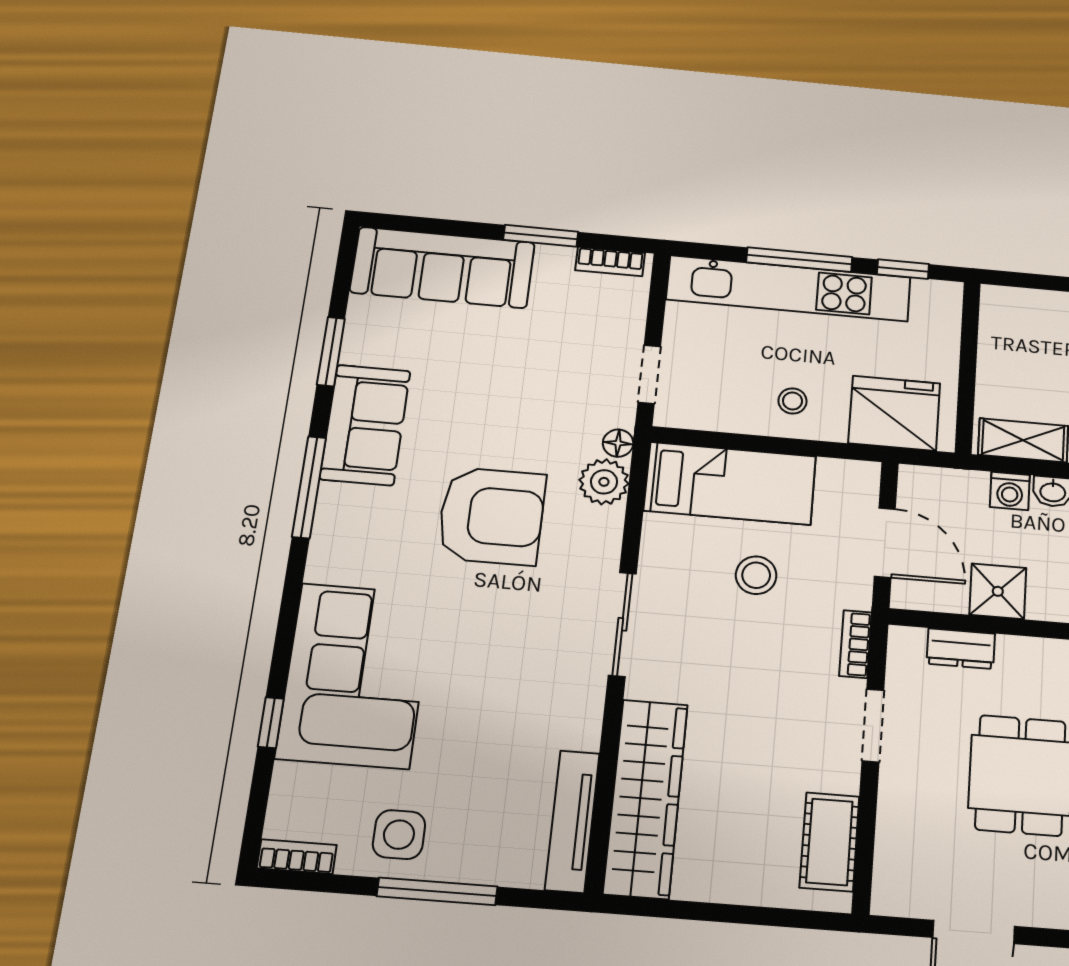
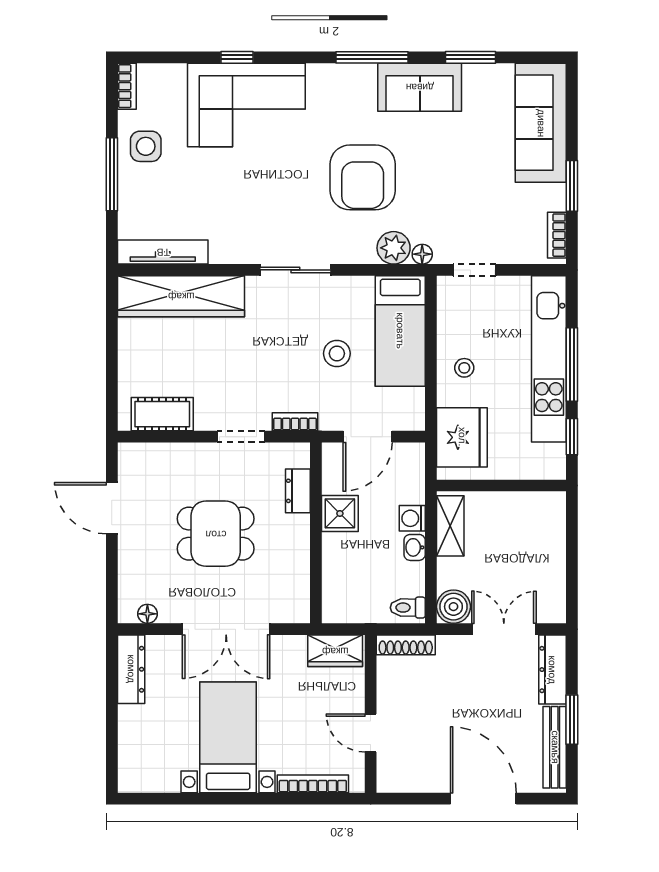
window: (271, 723) -> (237, 57), moved

